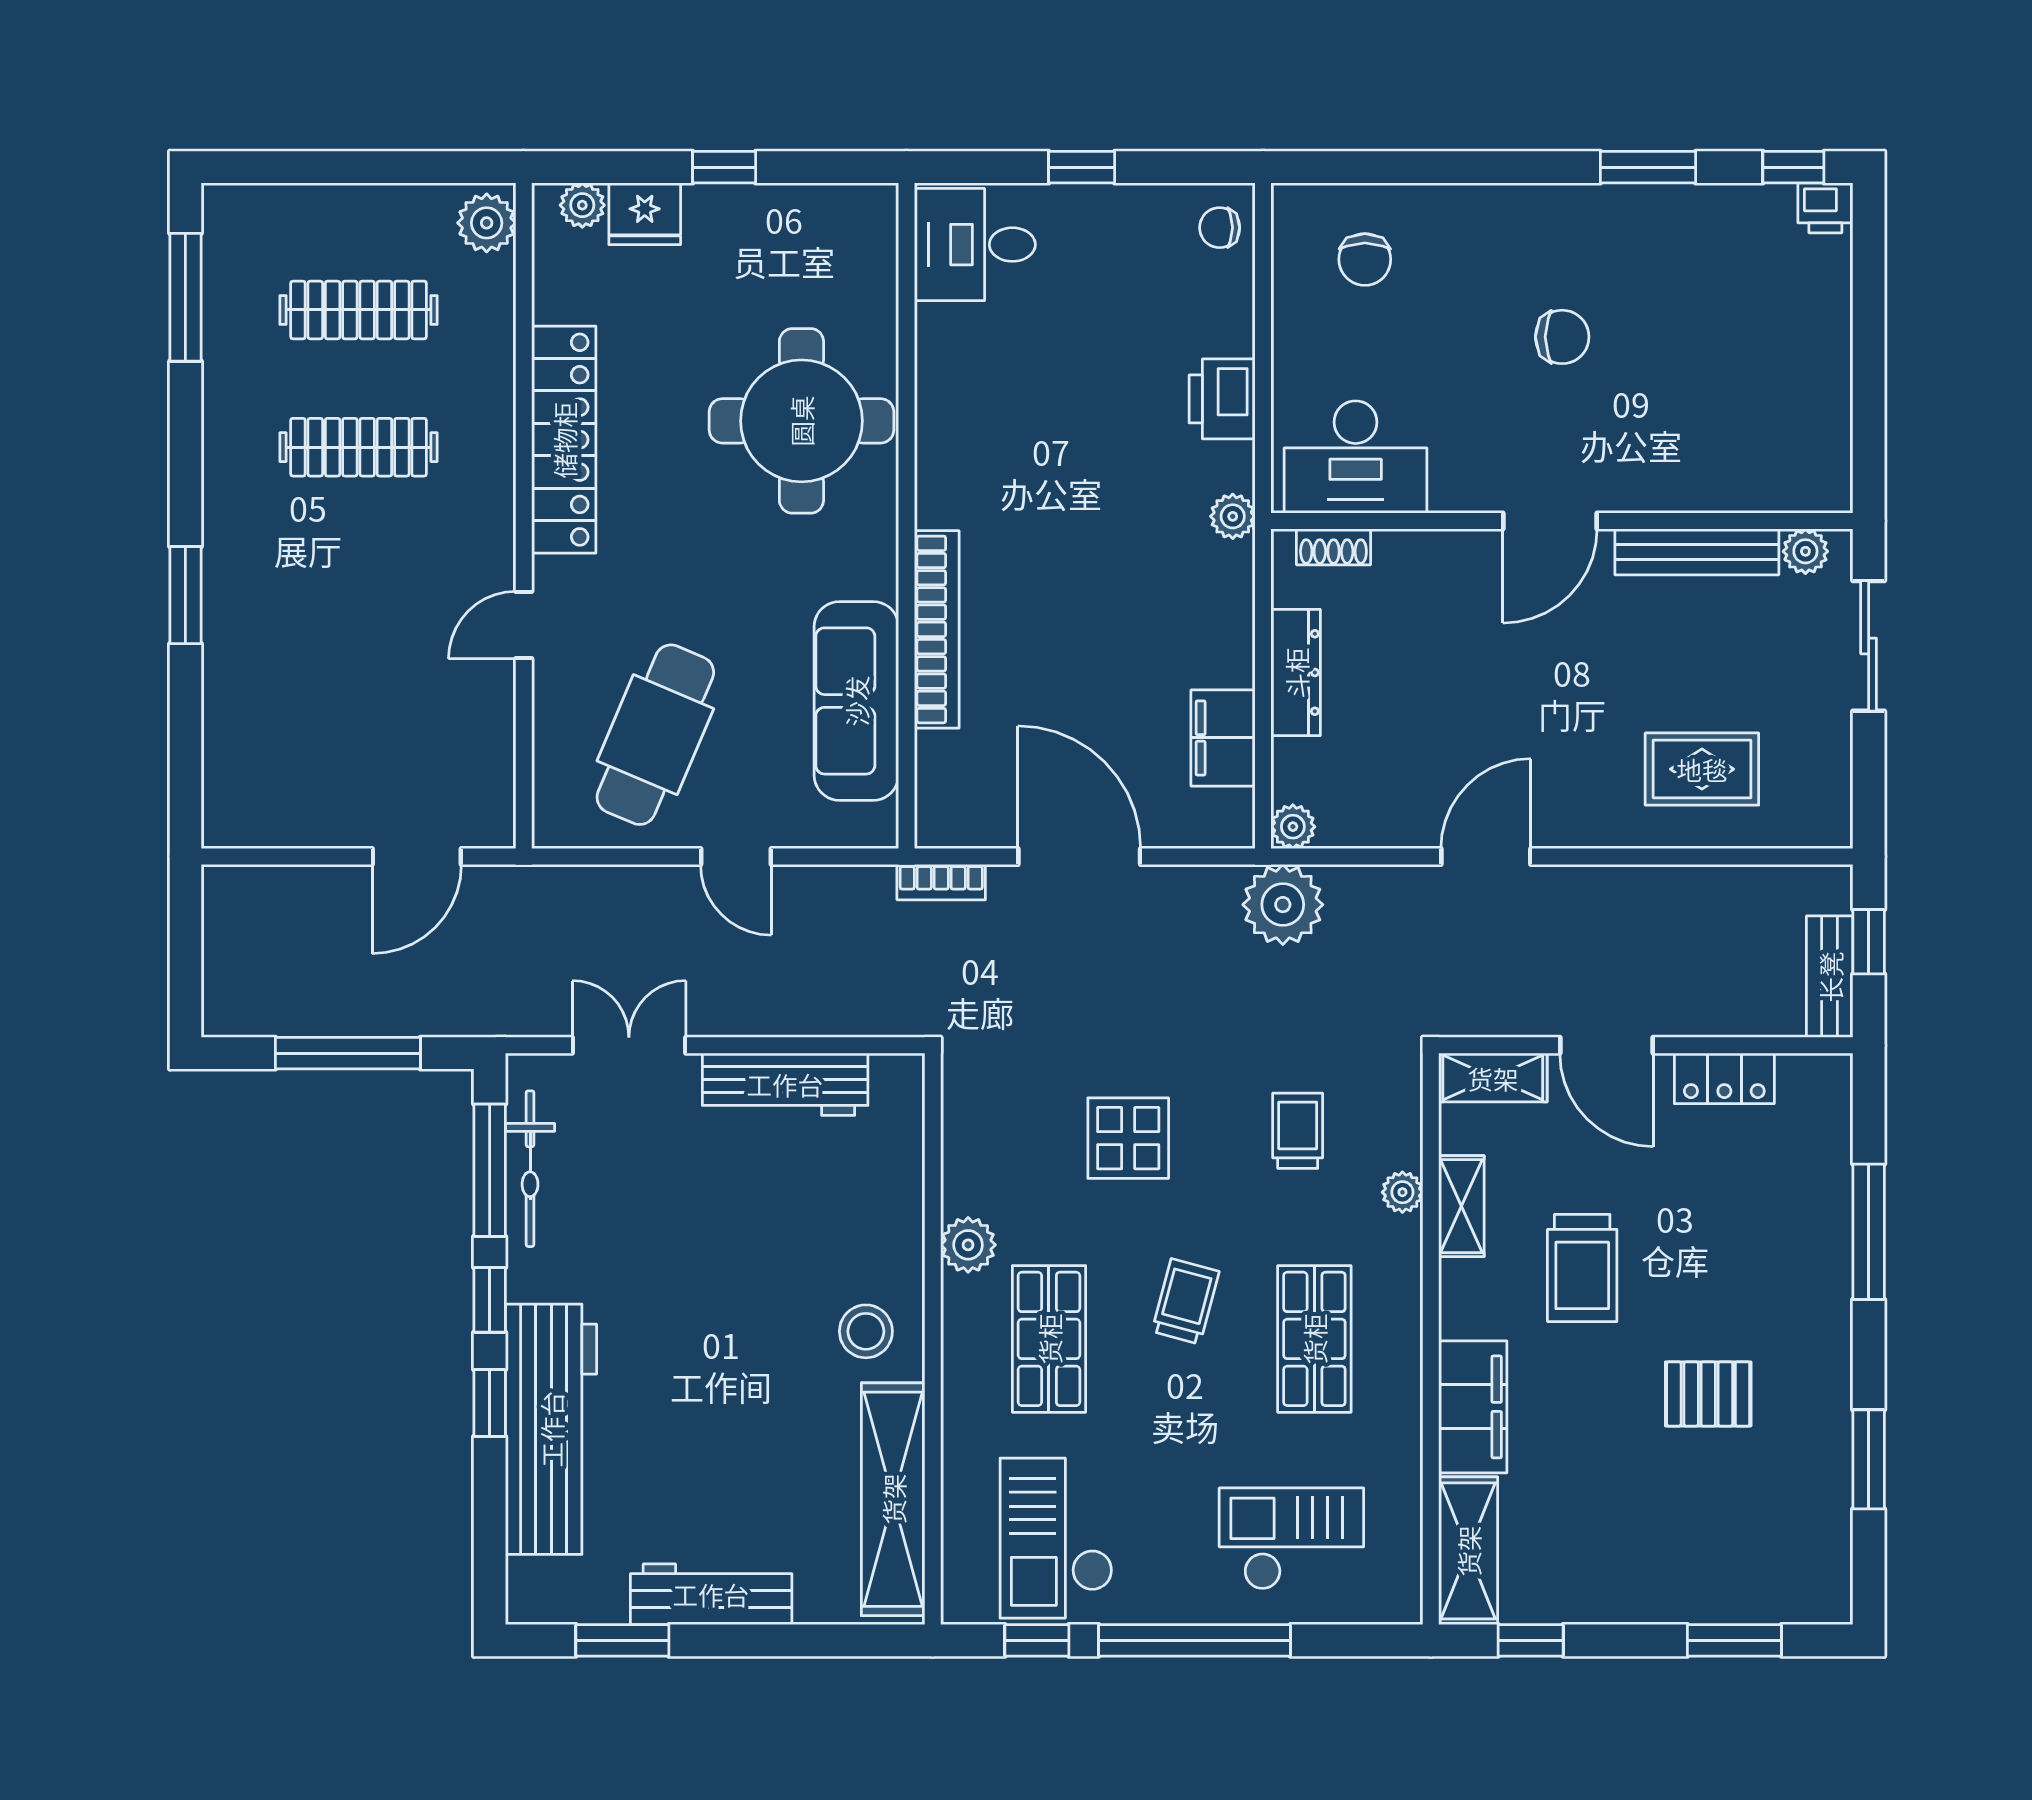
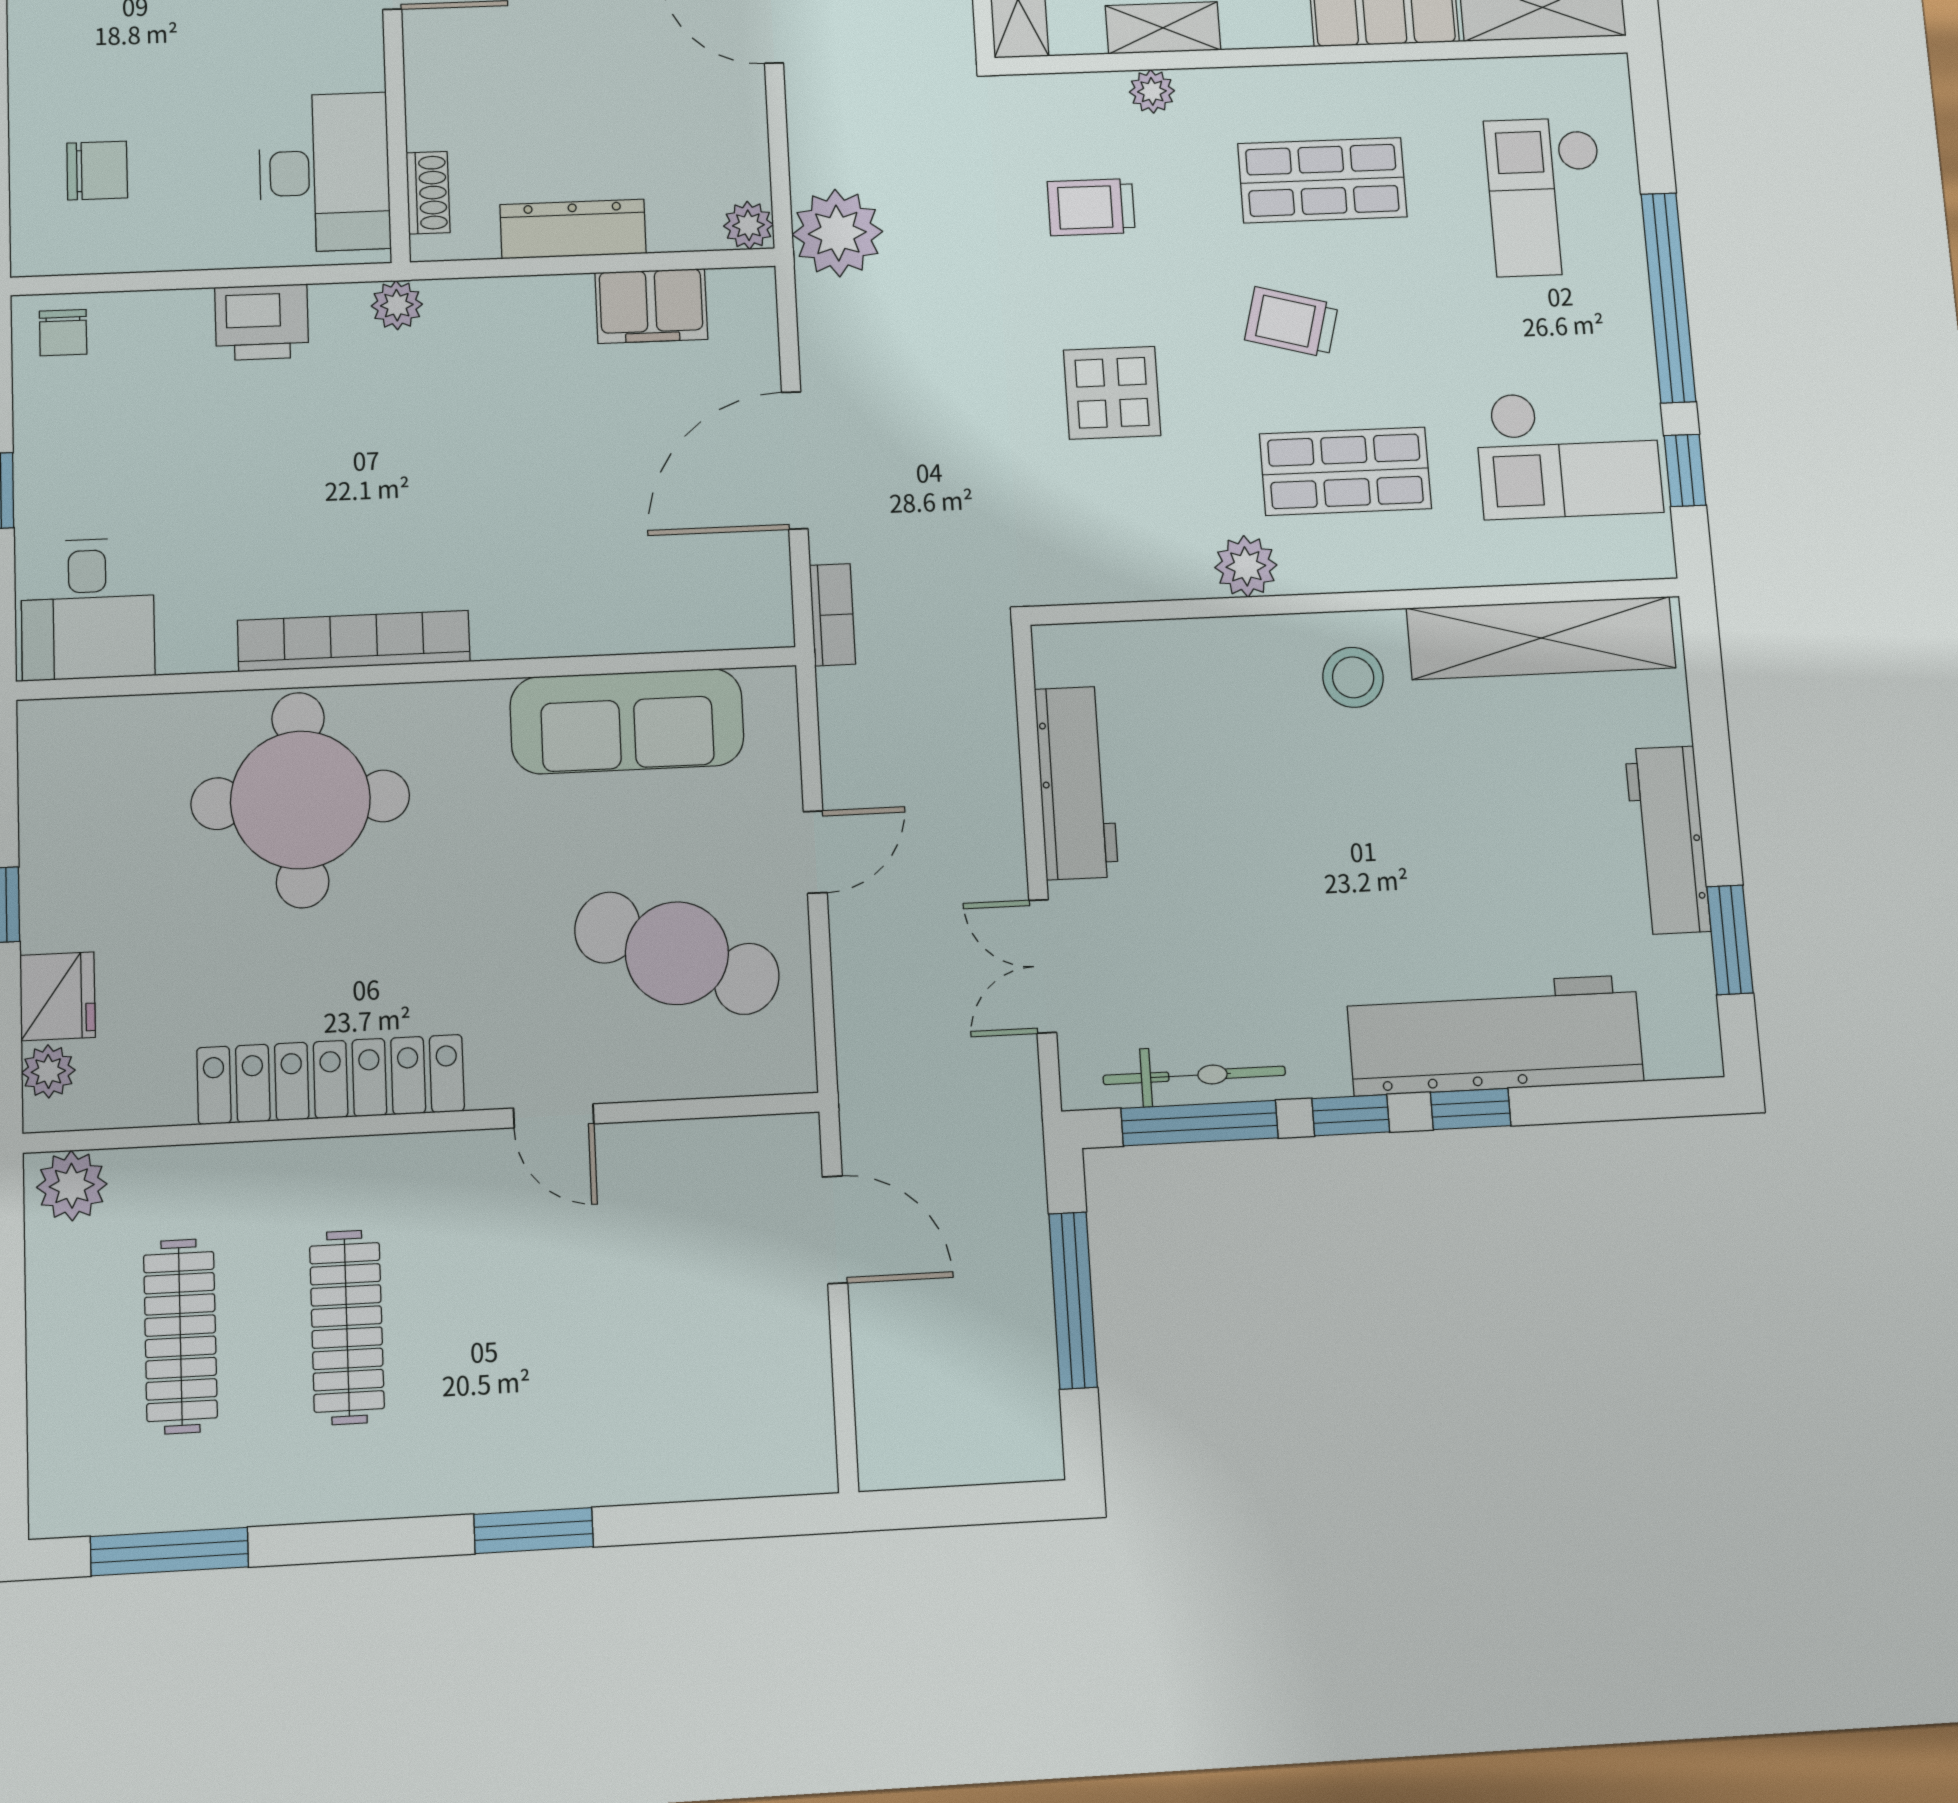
bookcase: (937, 629) -> (354, 641), moved

